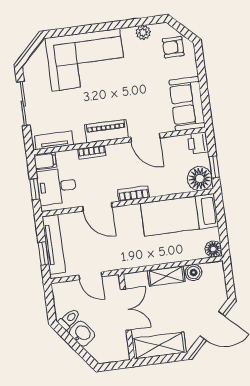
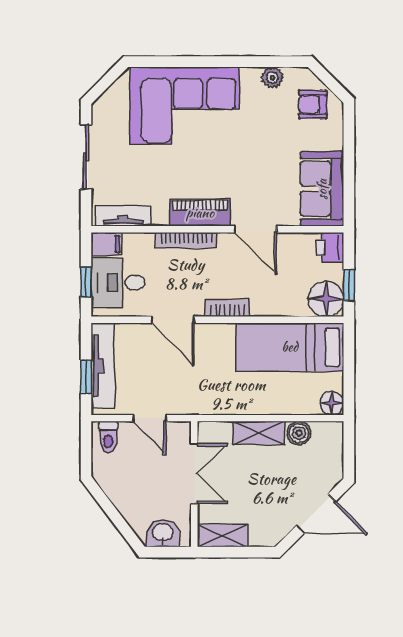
bookcase: (92, 152) -> (186, 240), width x1.56
toilet: (69, 319) -> (108, 437), moved, turned 127
washbasin: (82, 334) -> (163, 533), moved, turned -53
shelving: (159, 346) -> (223, 536), width x0.67, depth x0.75

